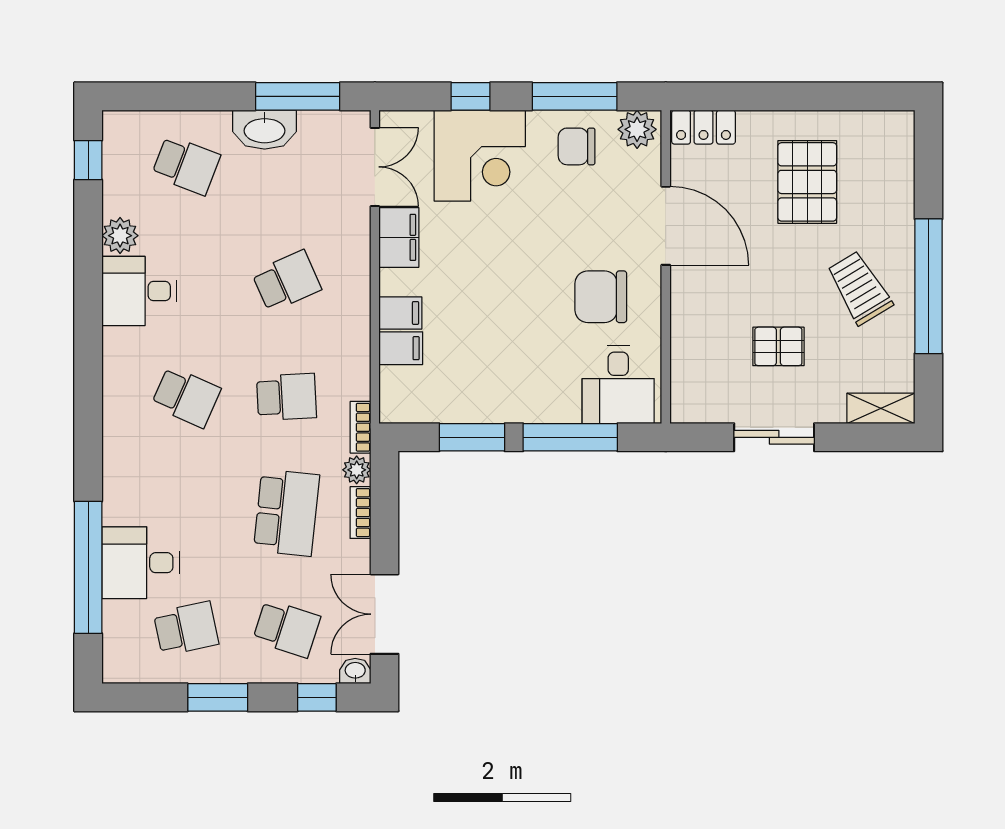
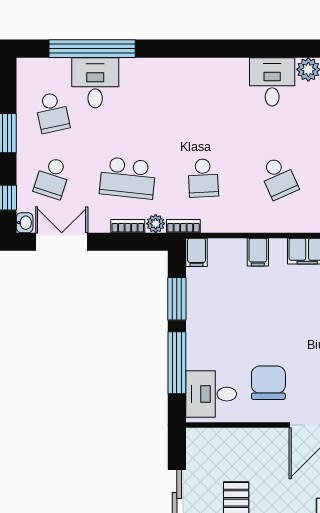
filing cabinet: (401, 348) -> (196, 252), moved
school desk: (186, 397) -> (203, 112), removed

